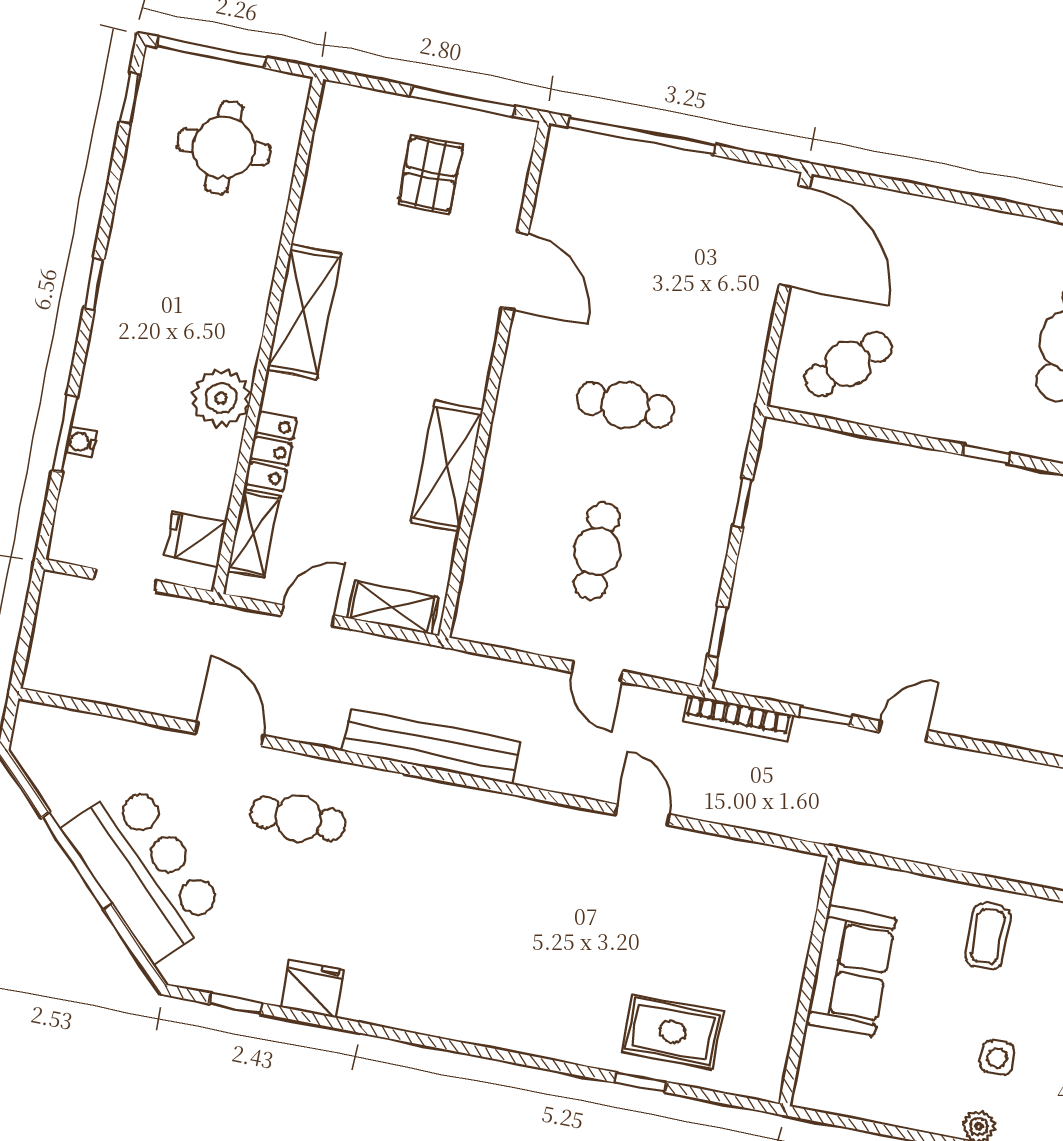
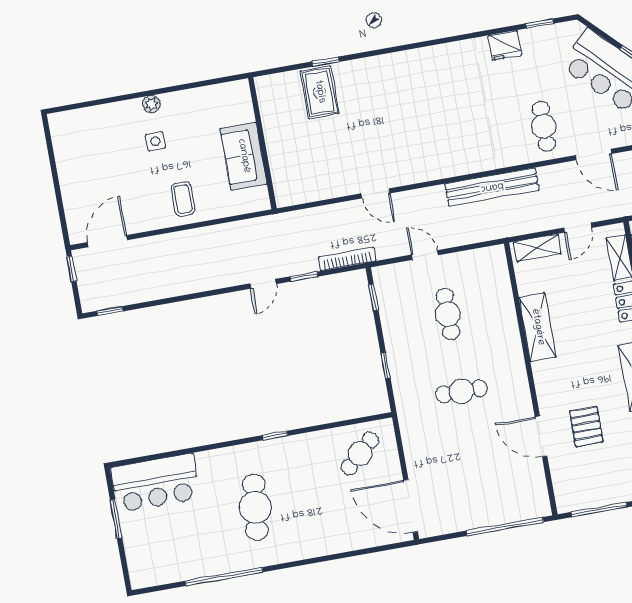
pallet: (430, 175) -> (586, 427), moved
cafe table: (298, 818) -> (544, 126), turned 90
rug: (673, 1032) -> (320, 92), turned 90

